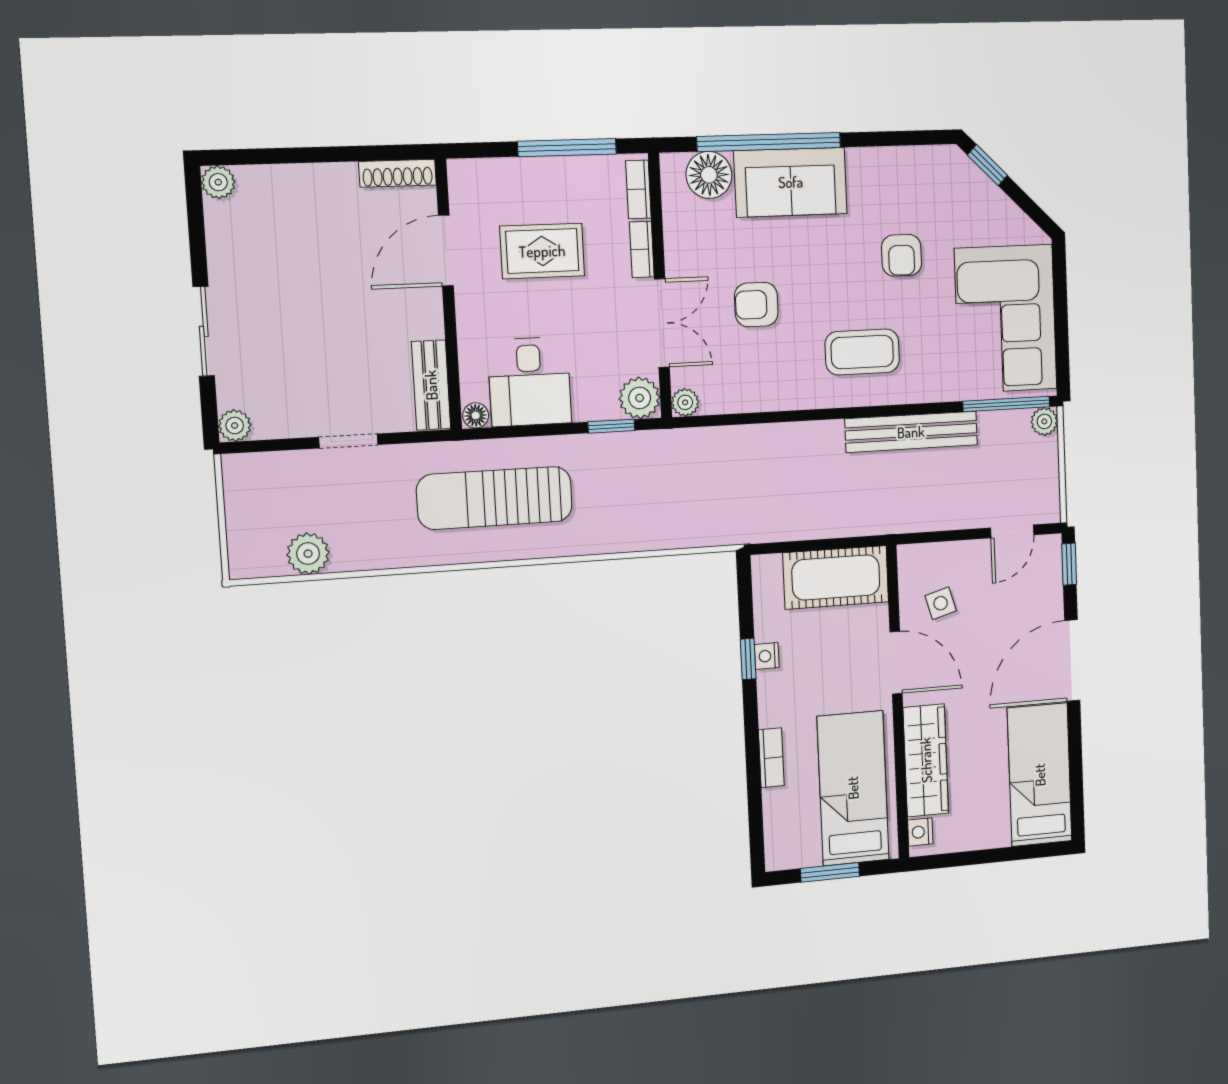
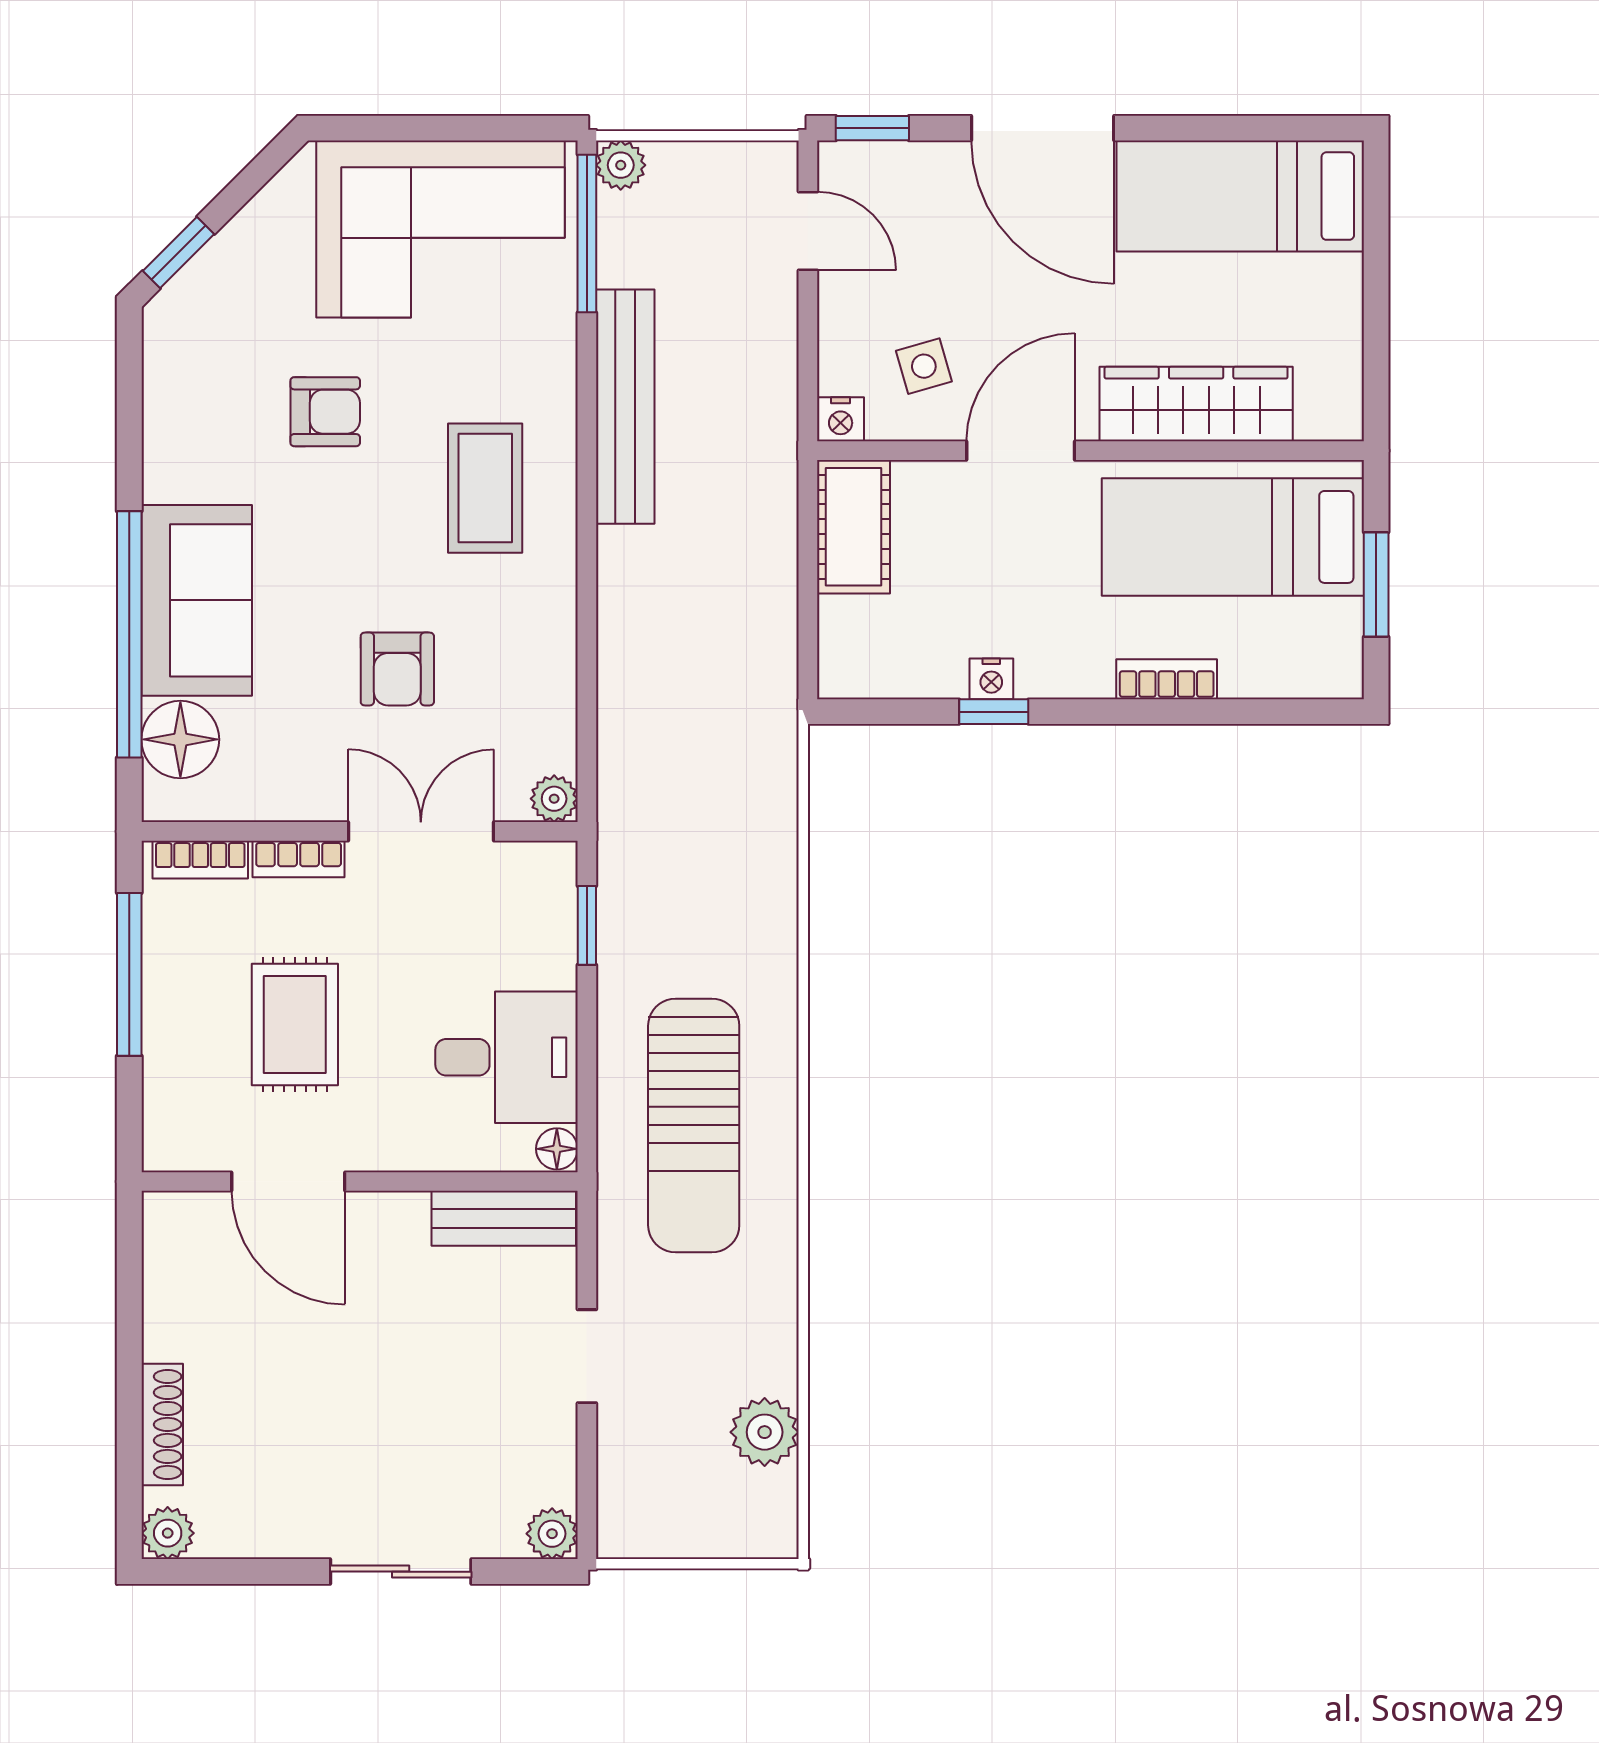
shoe rack: (397, 173) -> (162, 1424), moved
plant: (640, 398) -> (543, 875), removed
cot: (836, 577) -> (854, 527), width x0.73, depth x0.75
nightstand: (920, 832) -> (841, 419), moved

